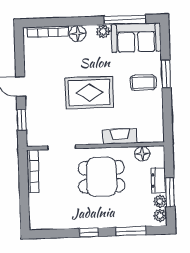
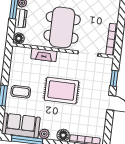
floor lamp: (142, 154) -> (19, 38), moved
dining table: (102, 177) -> (62, 27), width x1.38

